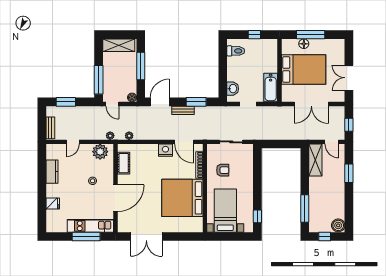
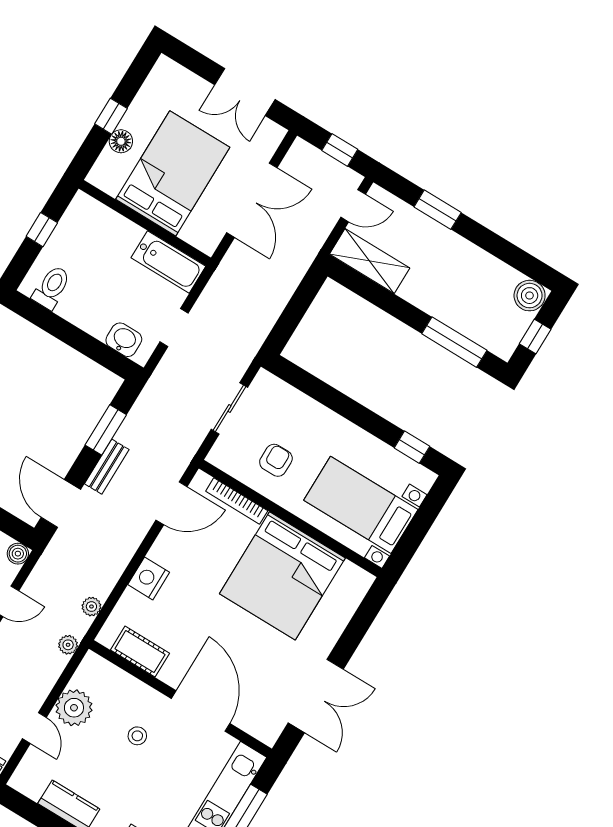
window: (311, 35) -> (111, 116), width x0.46
nightstand: (165, 150) -> (149, 578), moved
plant: (100, 152) -> (74, 708), moved

